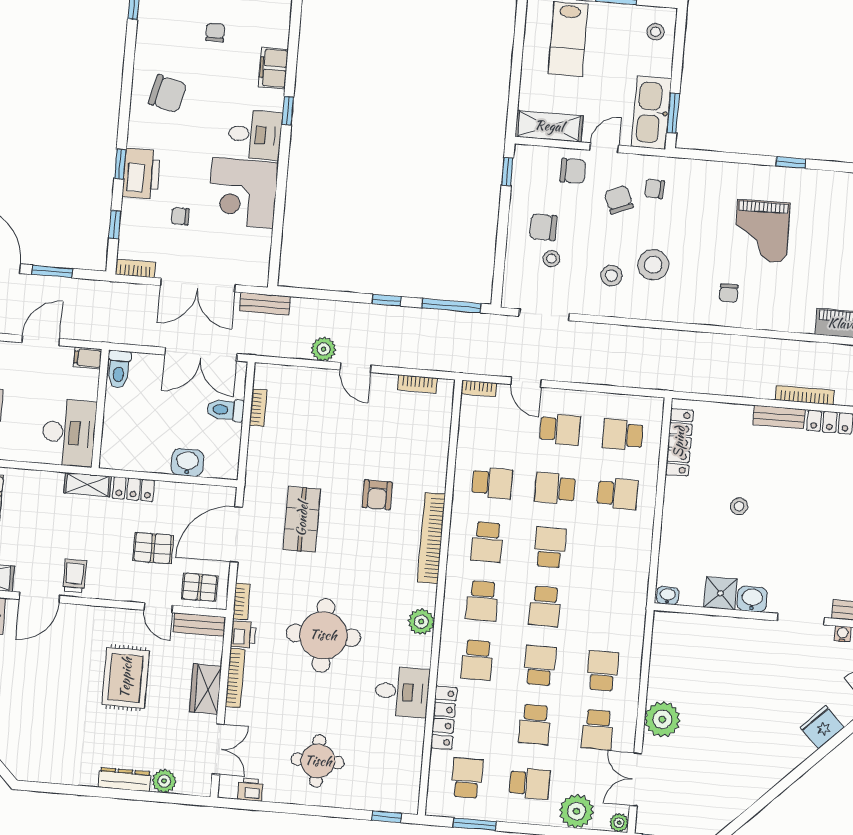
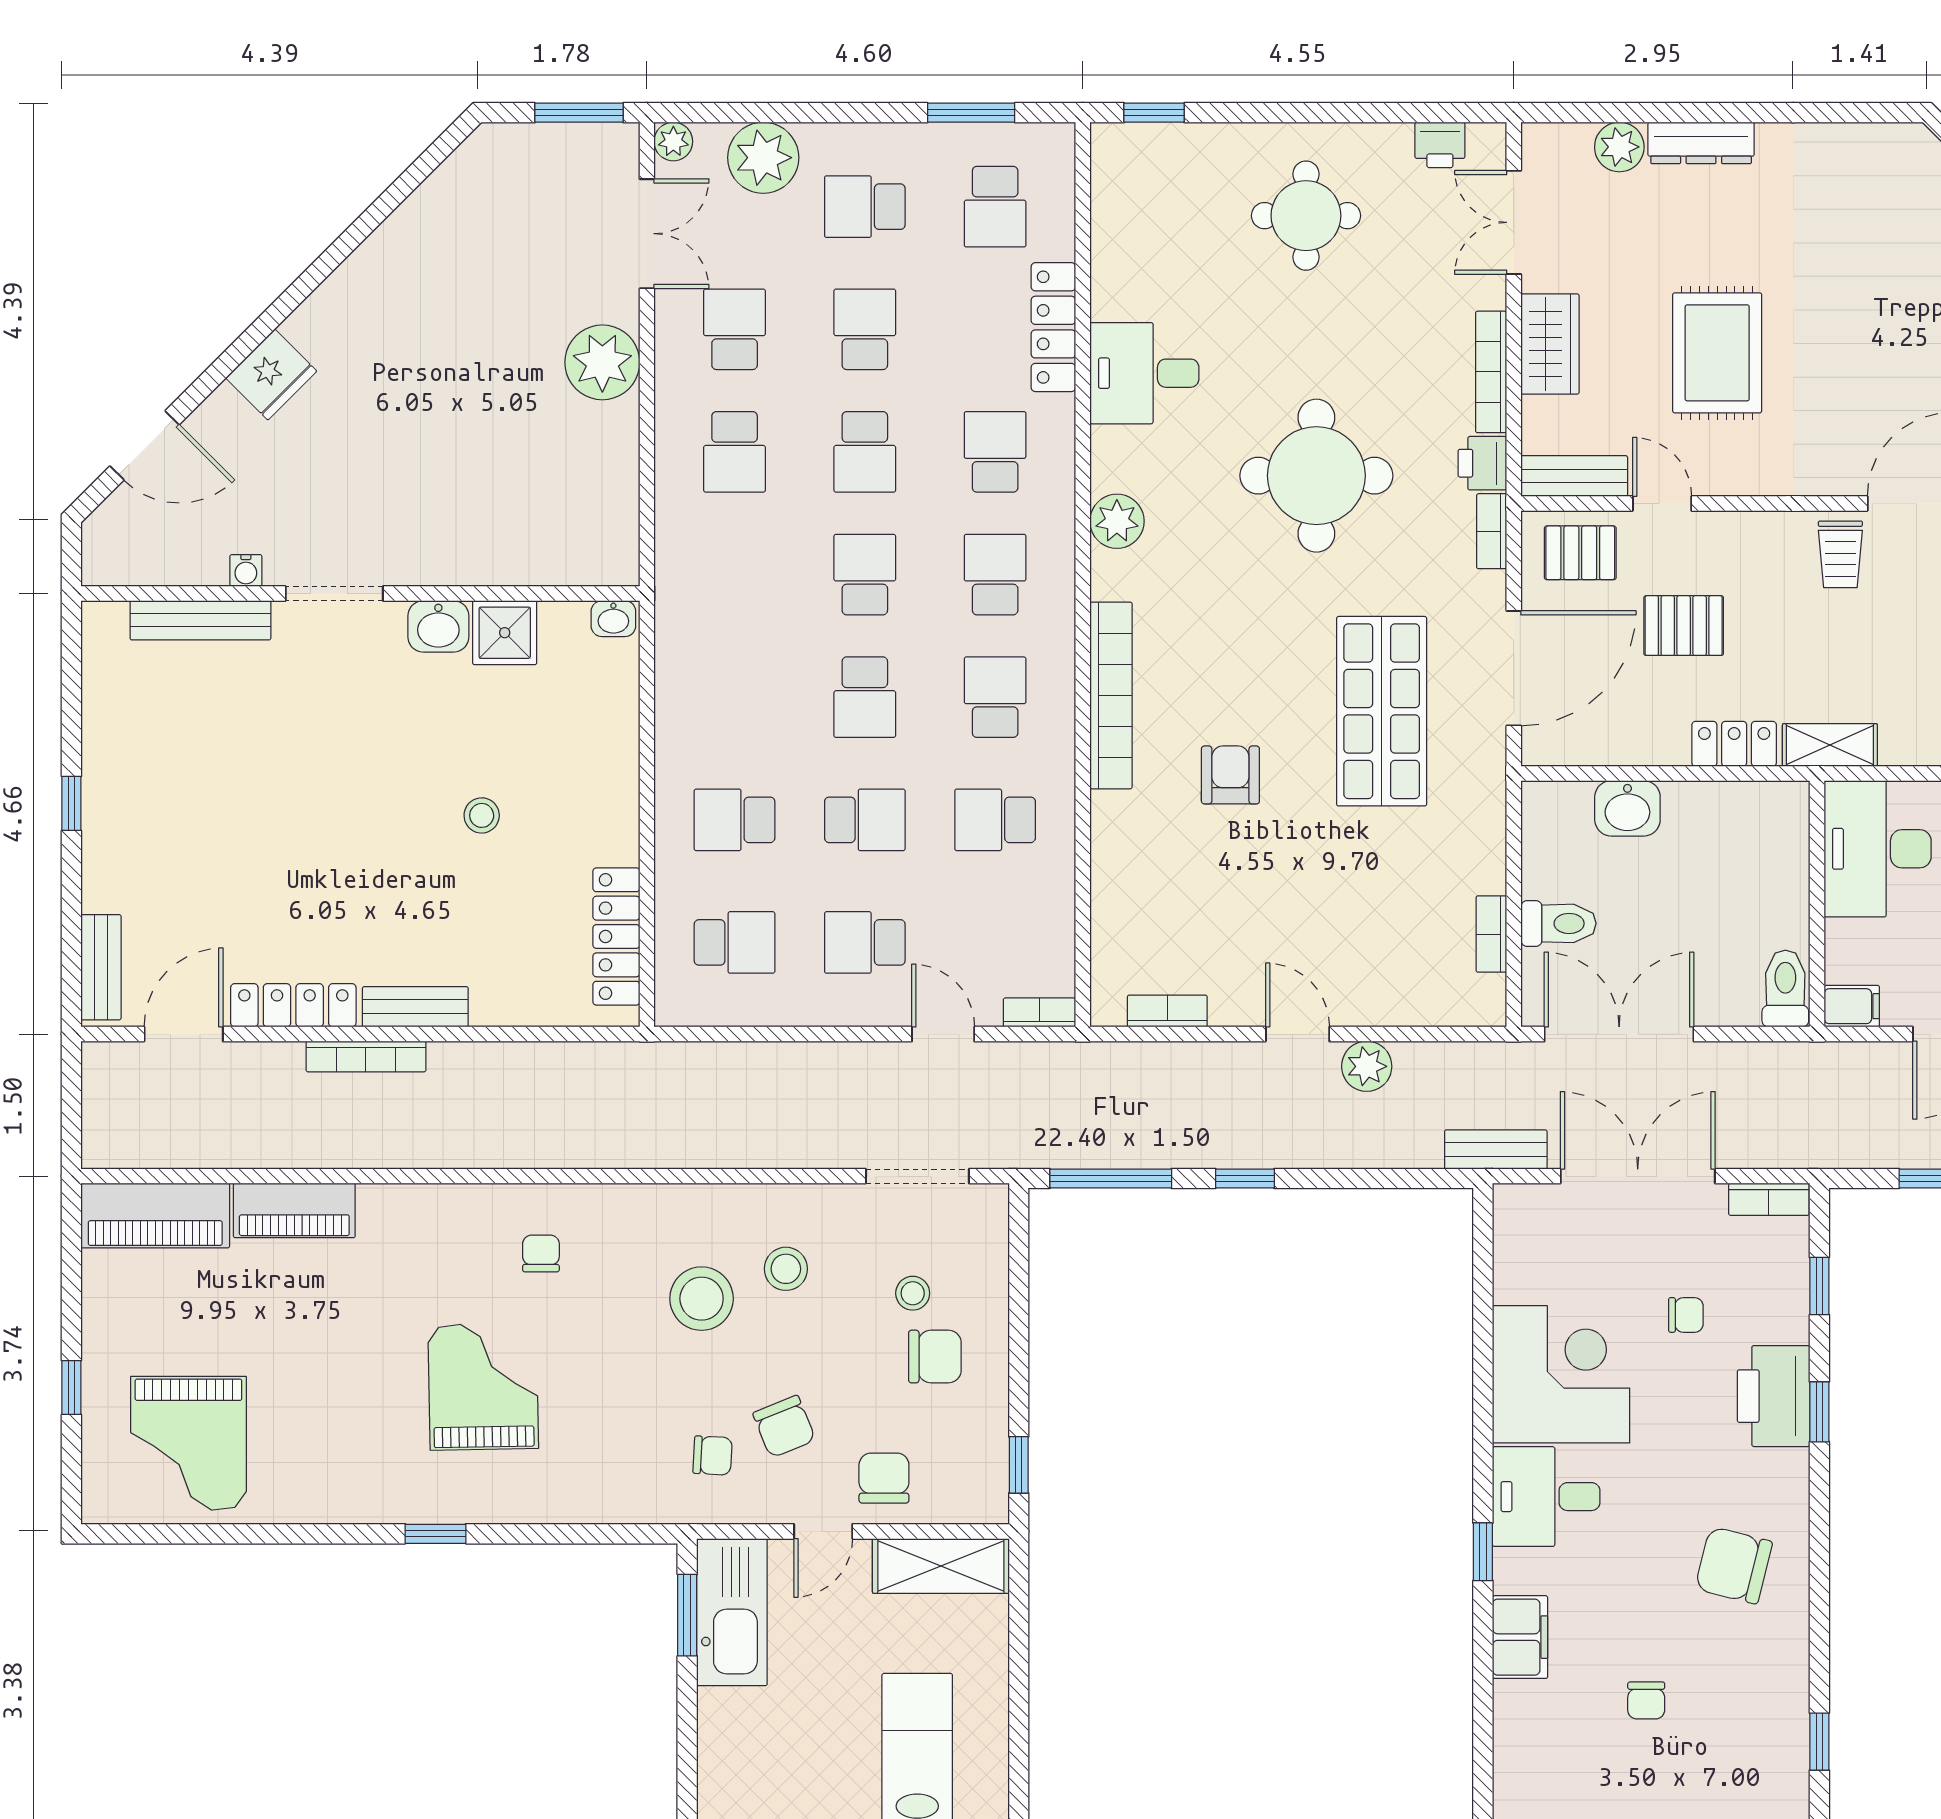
stool: (656, 32) -> (738, 1780), removed
chair: (573, 171) -> (884, 1478), turned 90
shop shelf: (302, 519) -> (1382, 711), width x1.43, depth x1.36

